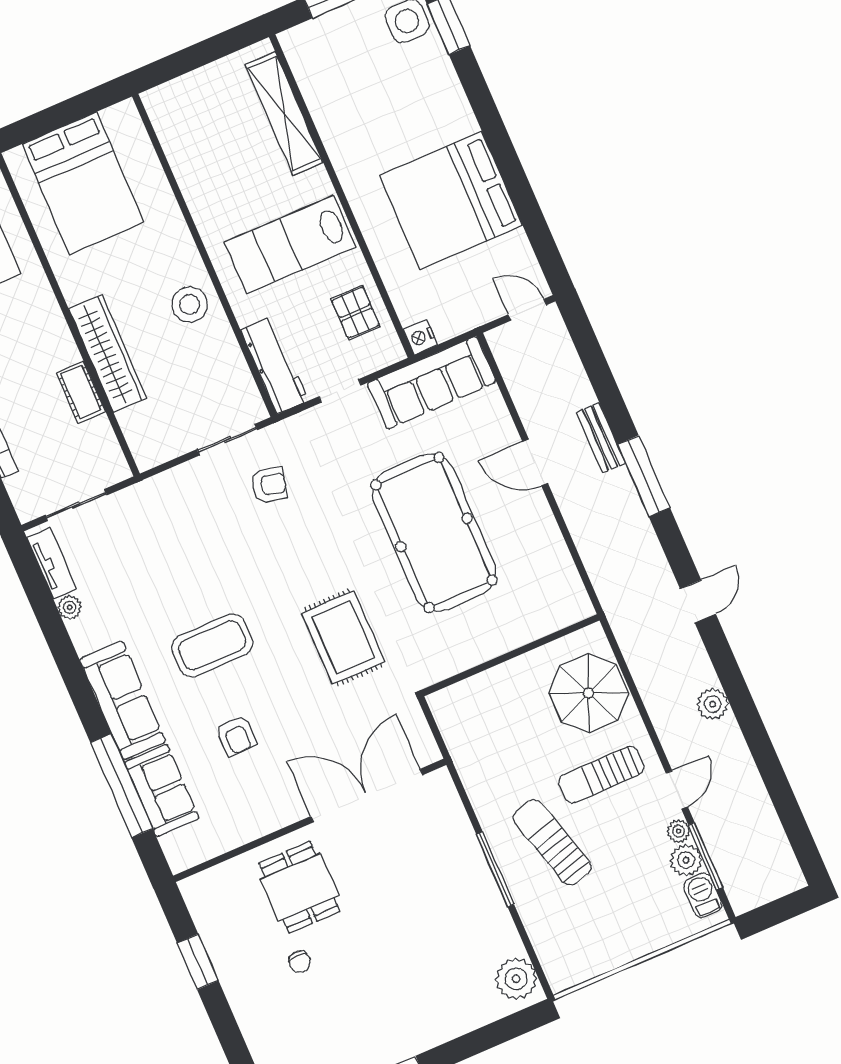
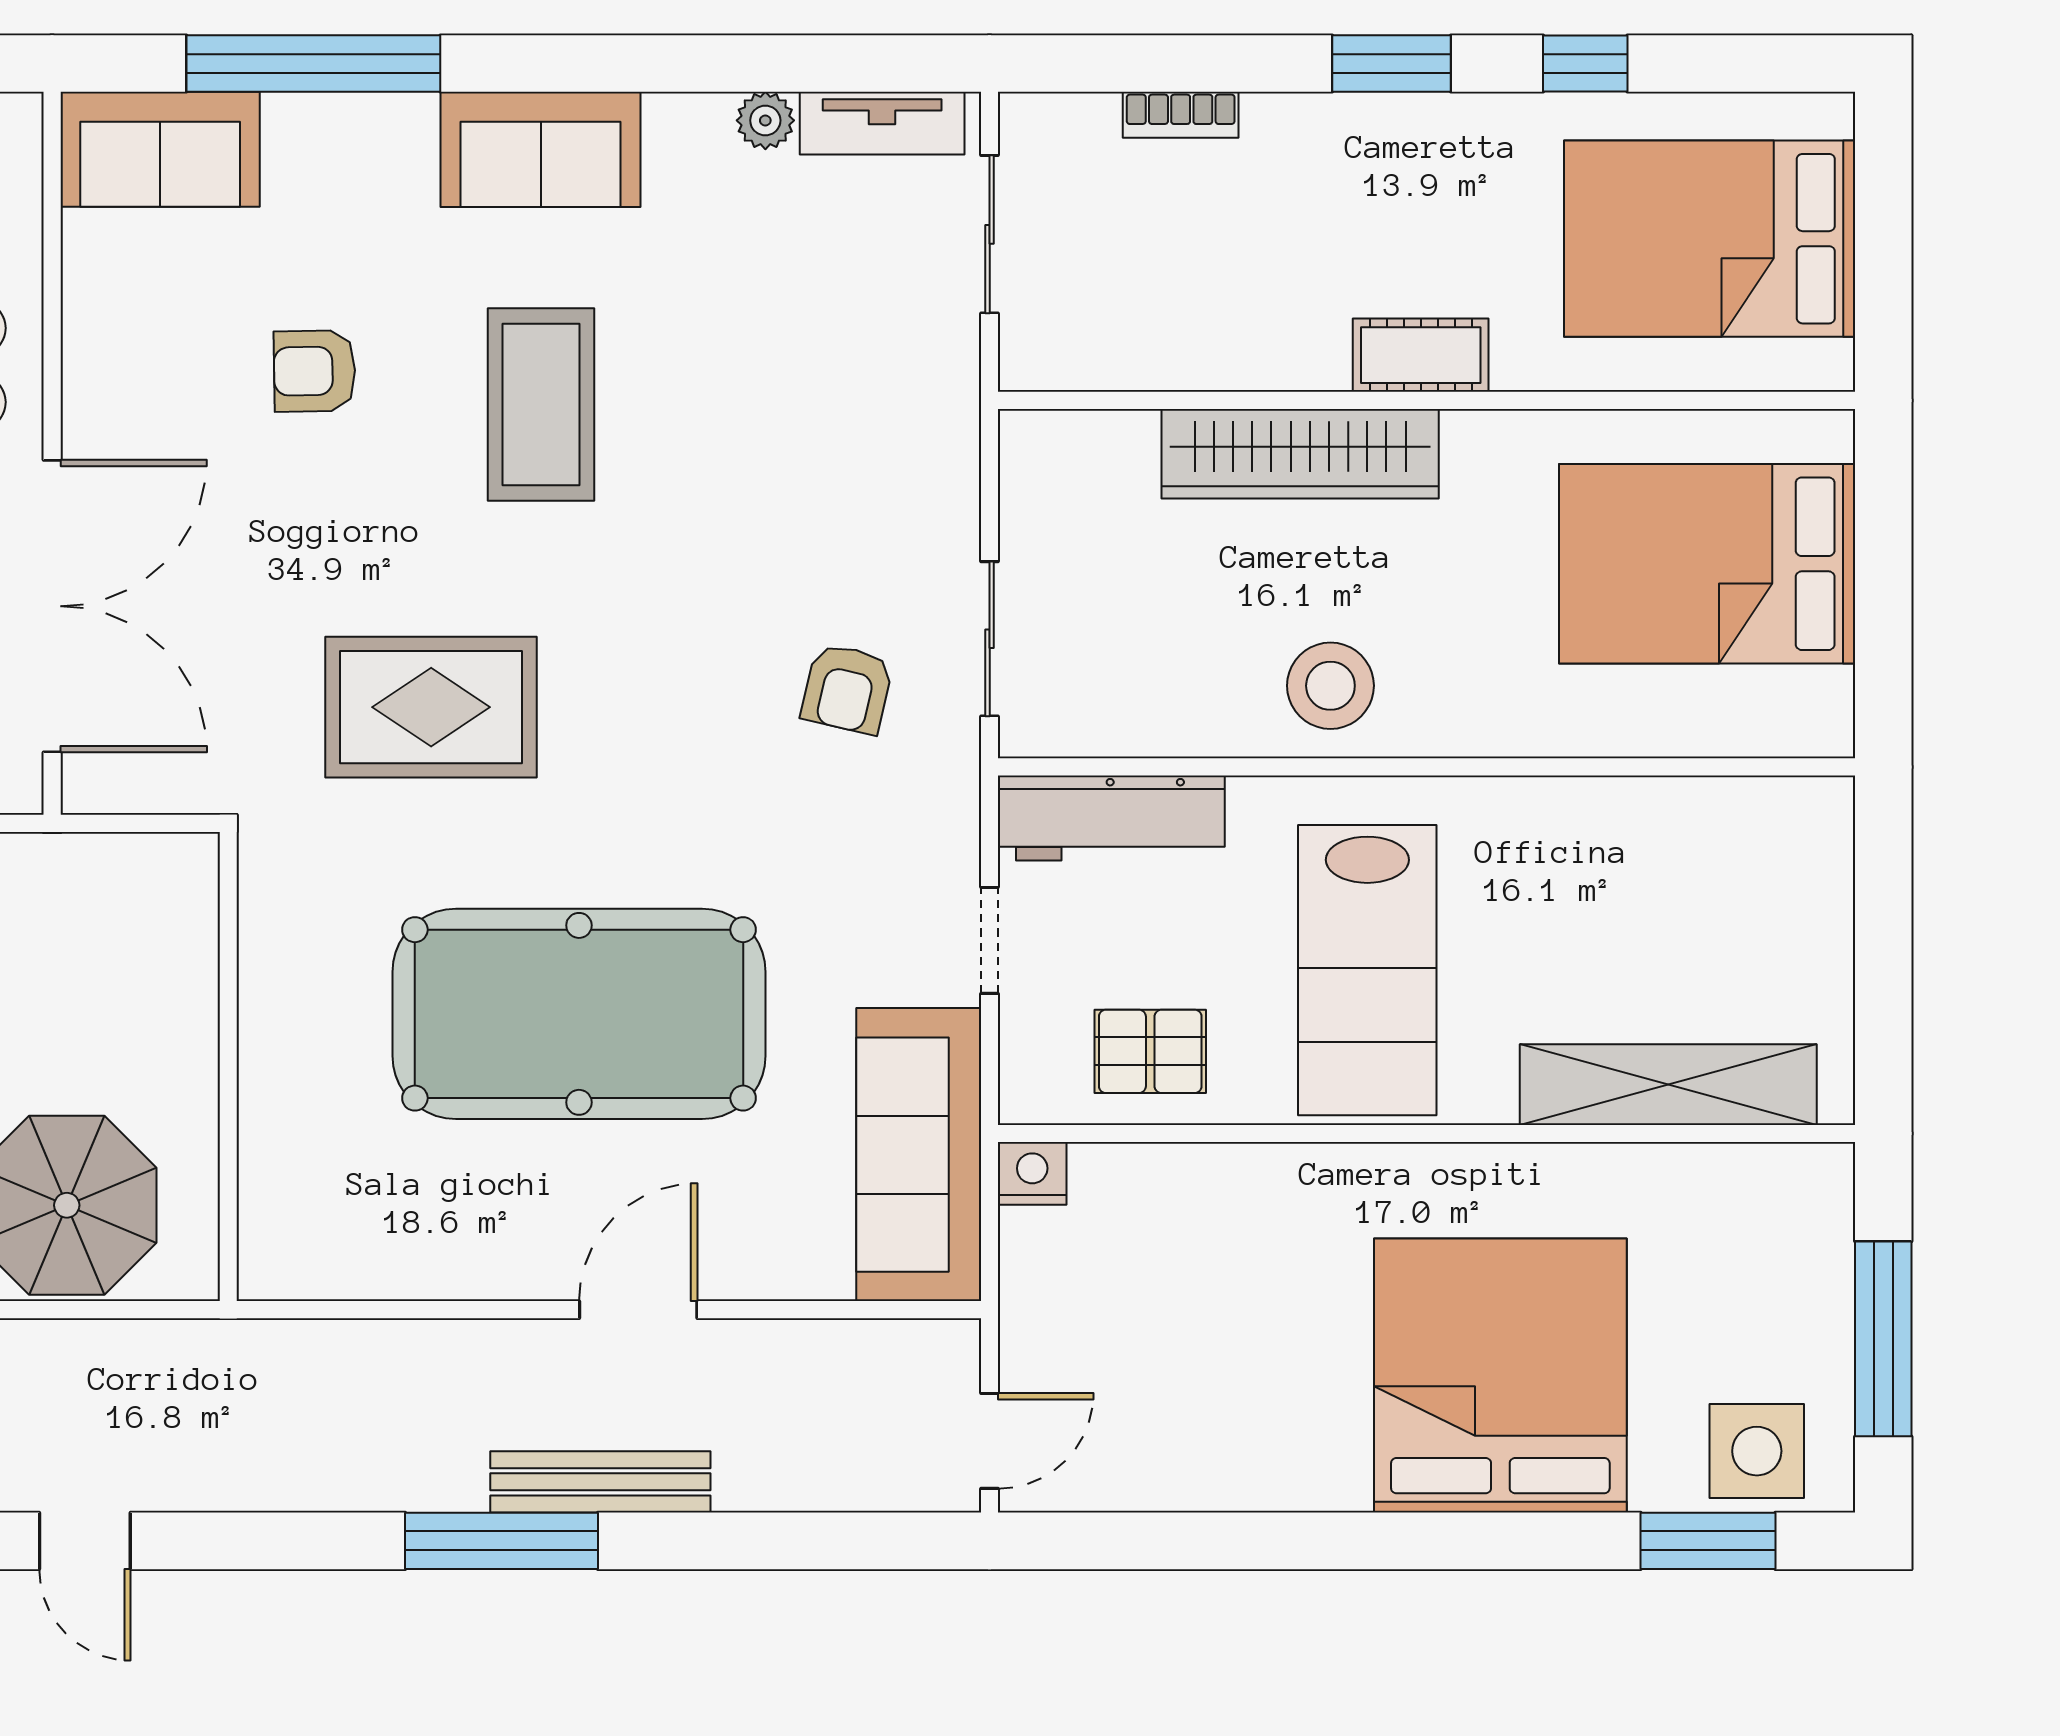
bed: (451, 200) -> (1500, 1375), moved
lab bench: (290, 245) -> (1367, 970), turned 180
cot: (81, 392) -> (1421, 355), moved
bench: (601, 438) -> (600, 1482), width x1.36
door: (698, 602) -> (85, 1541), moved
sofa: (123, 700) -> (541, 149), width x0.73
sofa: (162, 790) -> (160, 149), moved

